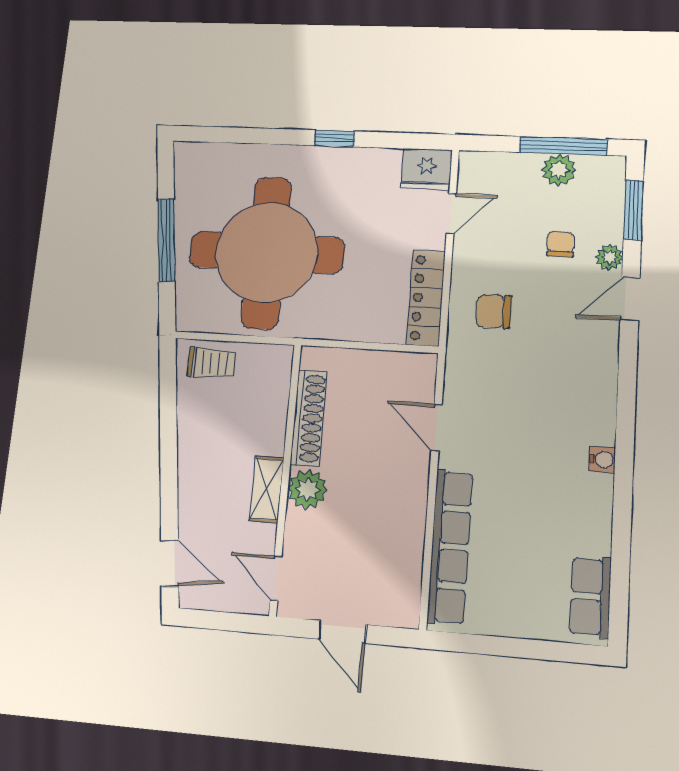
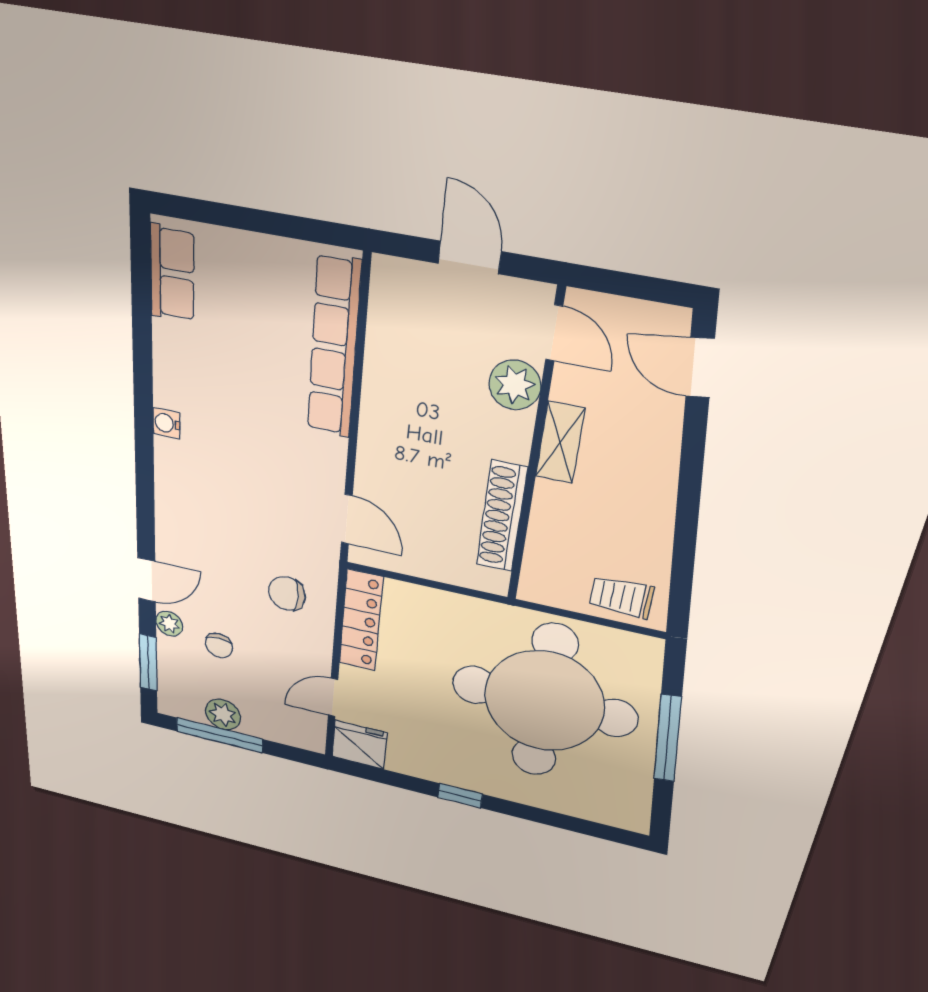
chair: (494, 311) -> (287, 594), turned 180
door: (437, 428) -> (347, 519), moved
plant: (308, 489) -> (515, 385), moved

